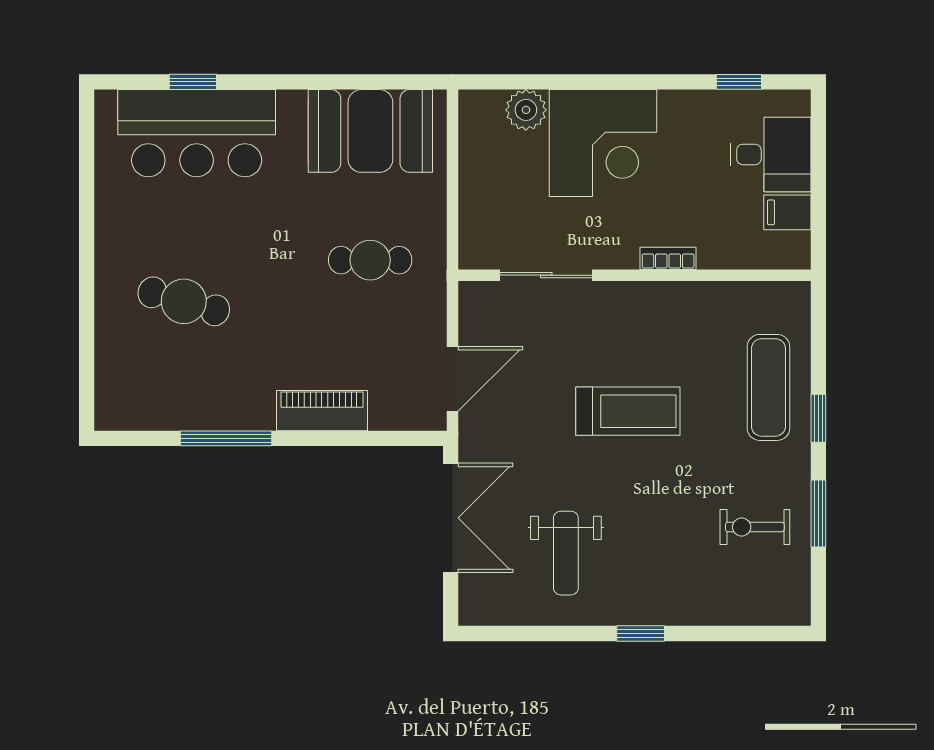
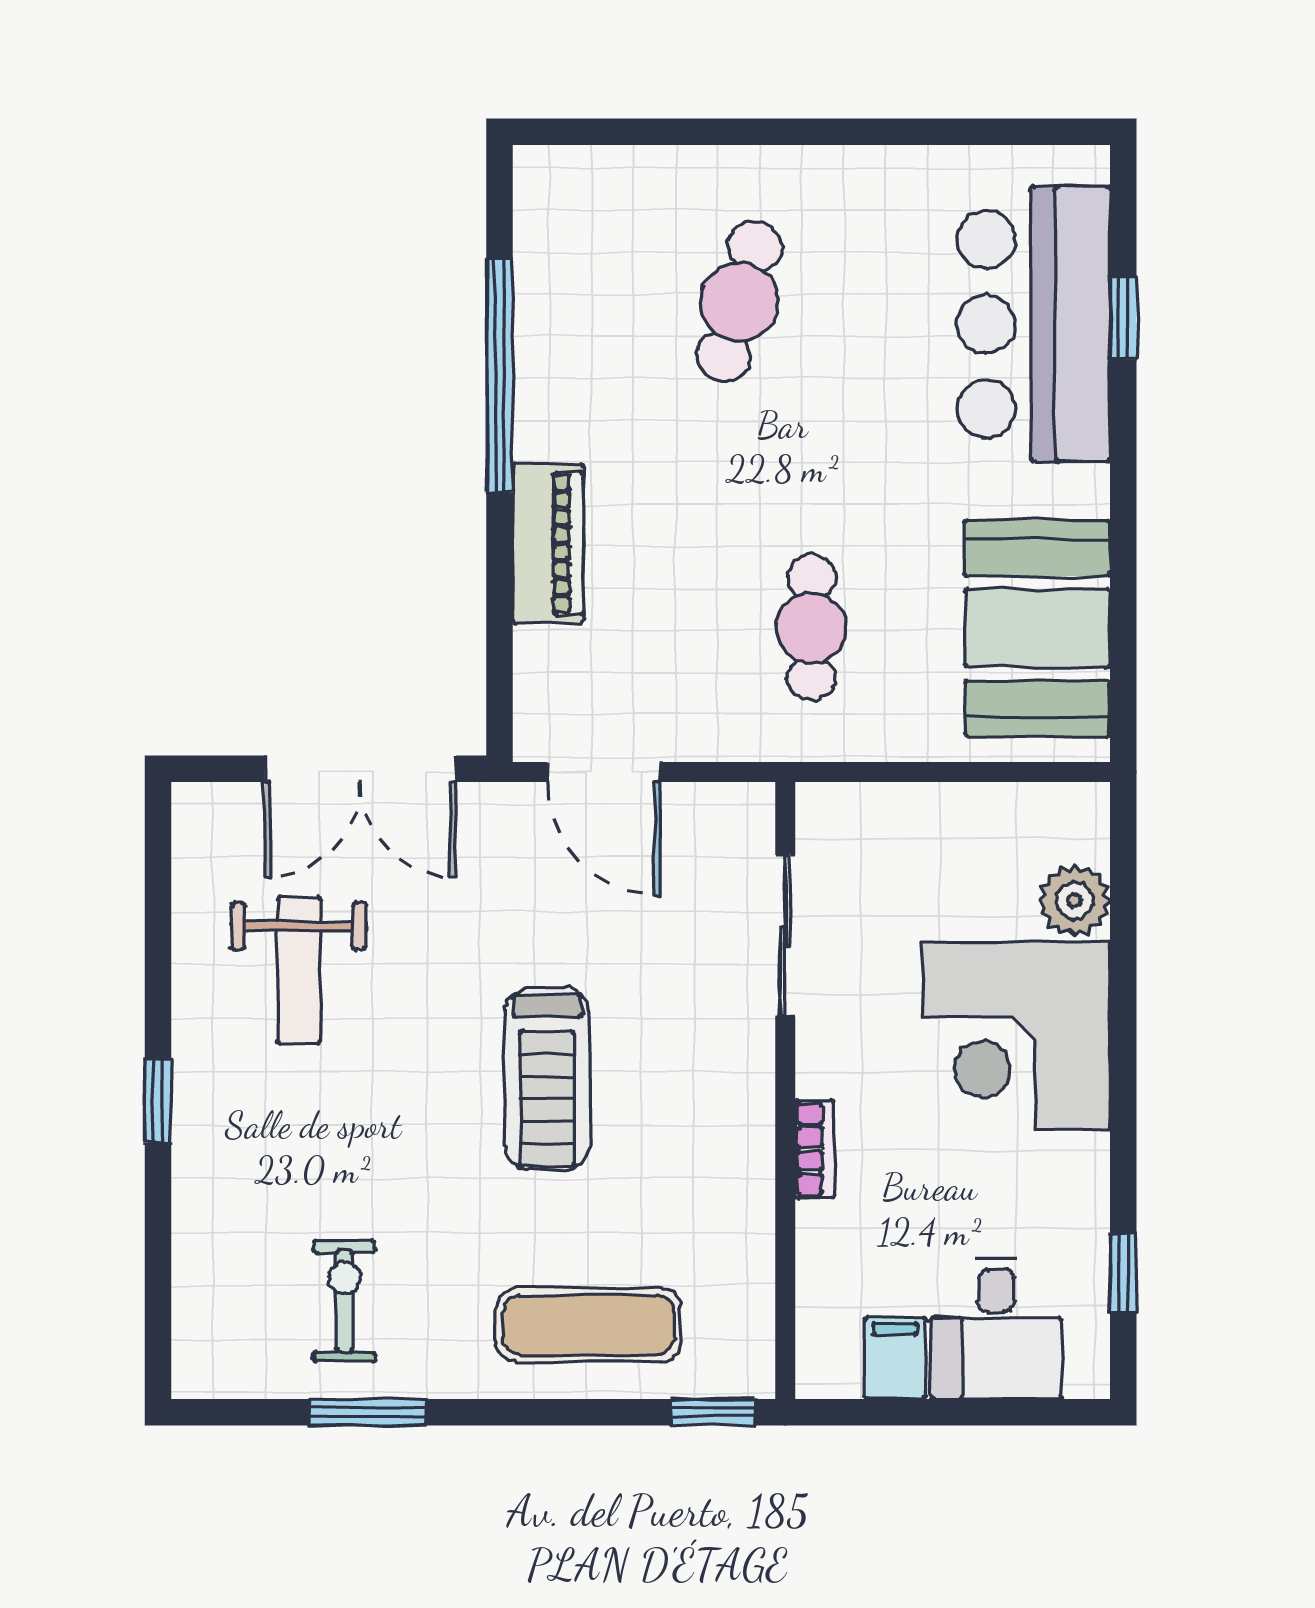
window: (818, 418) -> (713, 1412), moved
window: (226, 438) -> (500, 376), width x1.46
weight bench: (566, 553) -> (299, 970), turned -90

